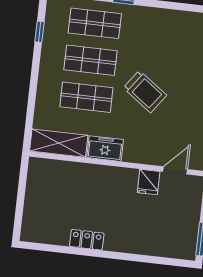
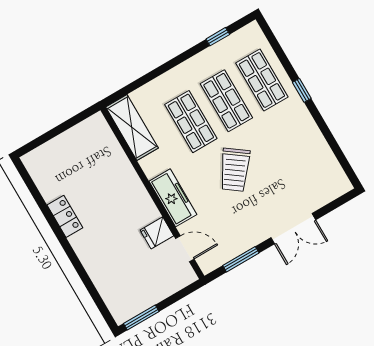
freezer: (105, 149) -> (173, 198), moved, width x1.40

